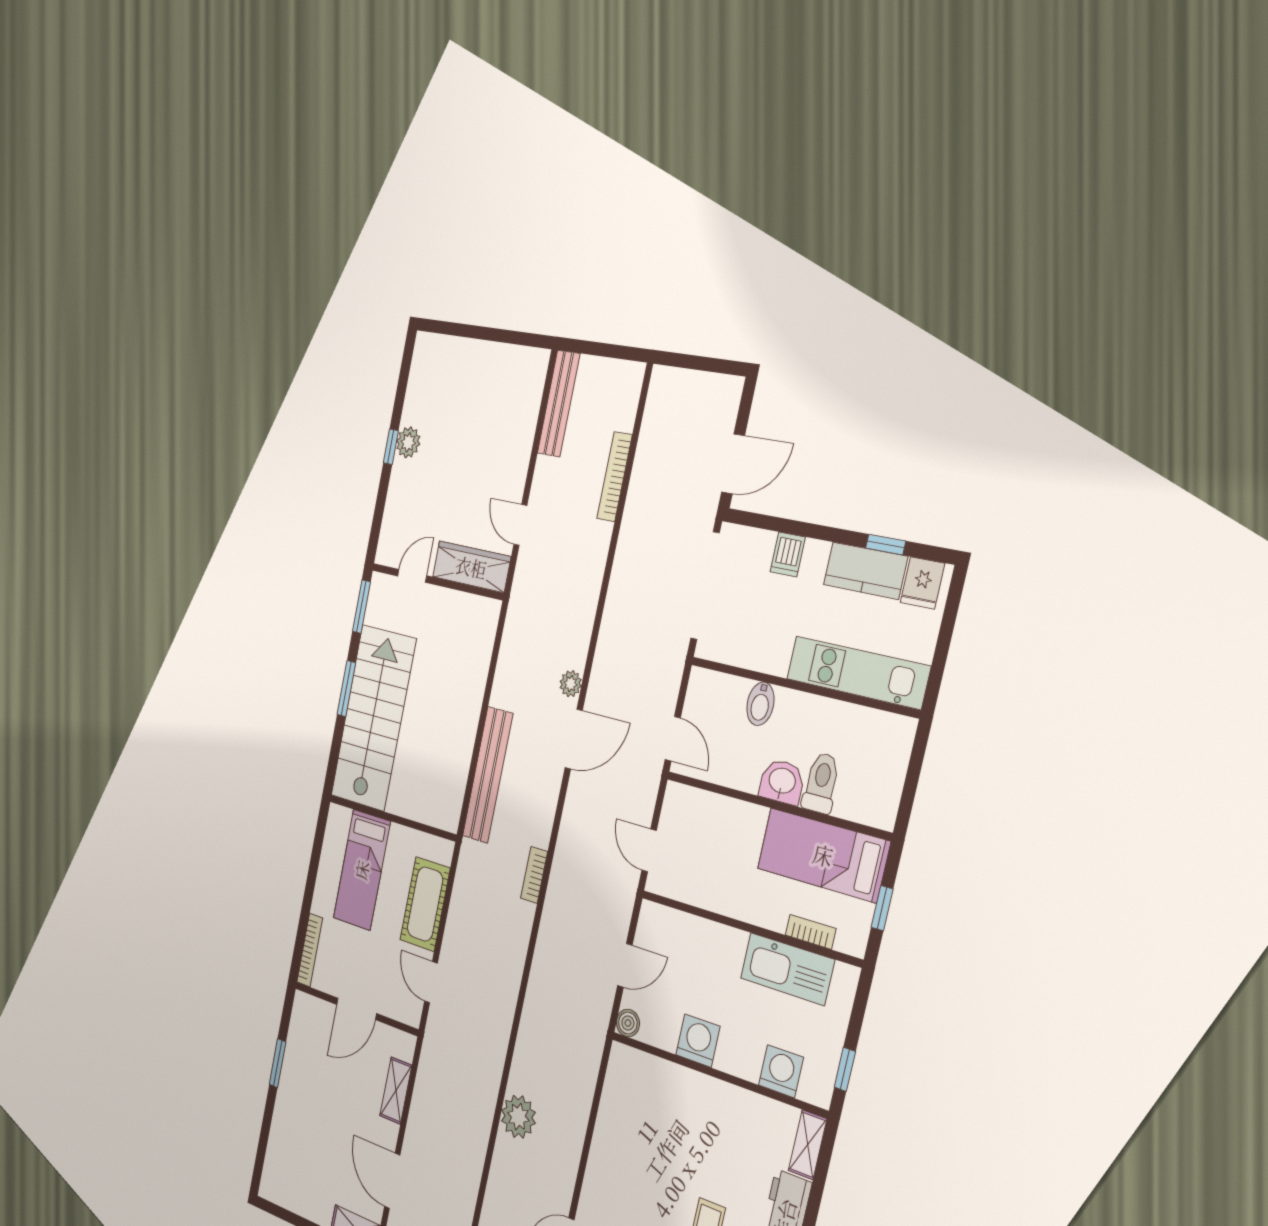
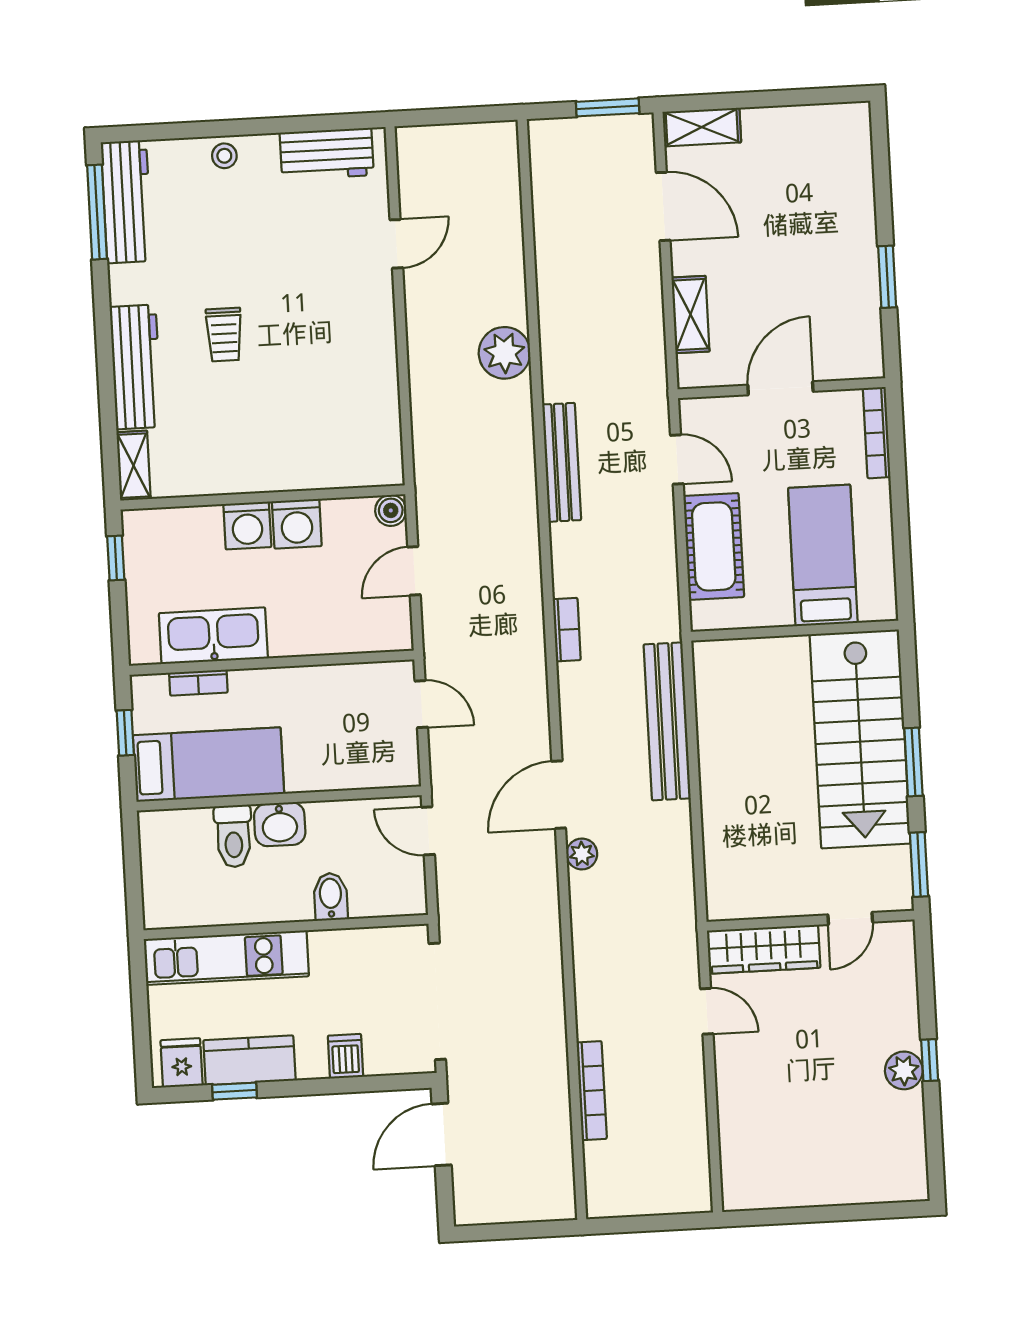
bench: (559, 404) -> (562, 462), moved
washing machine: (781, 1071) -> (247, 526), moved

